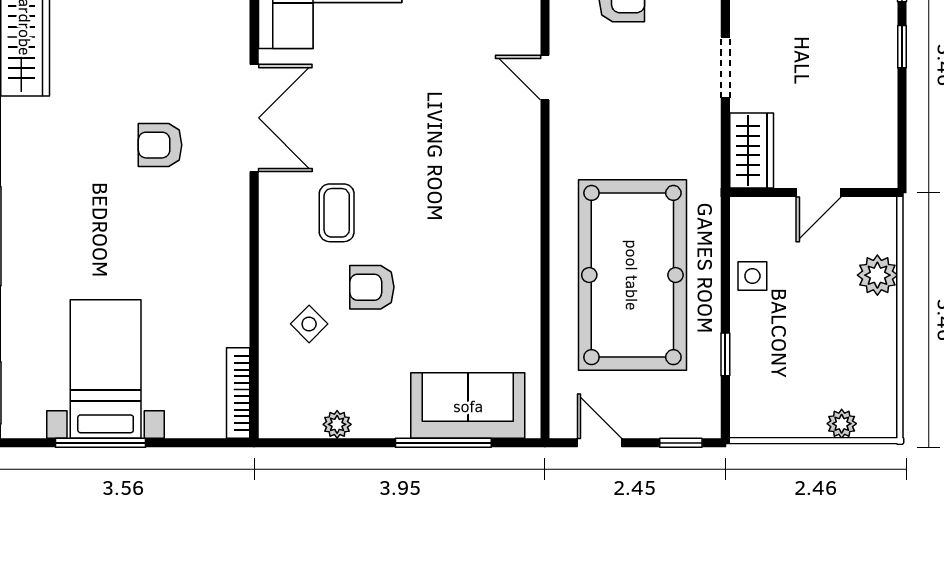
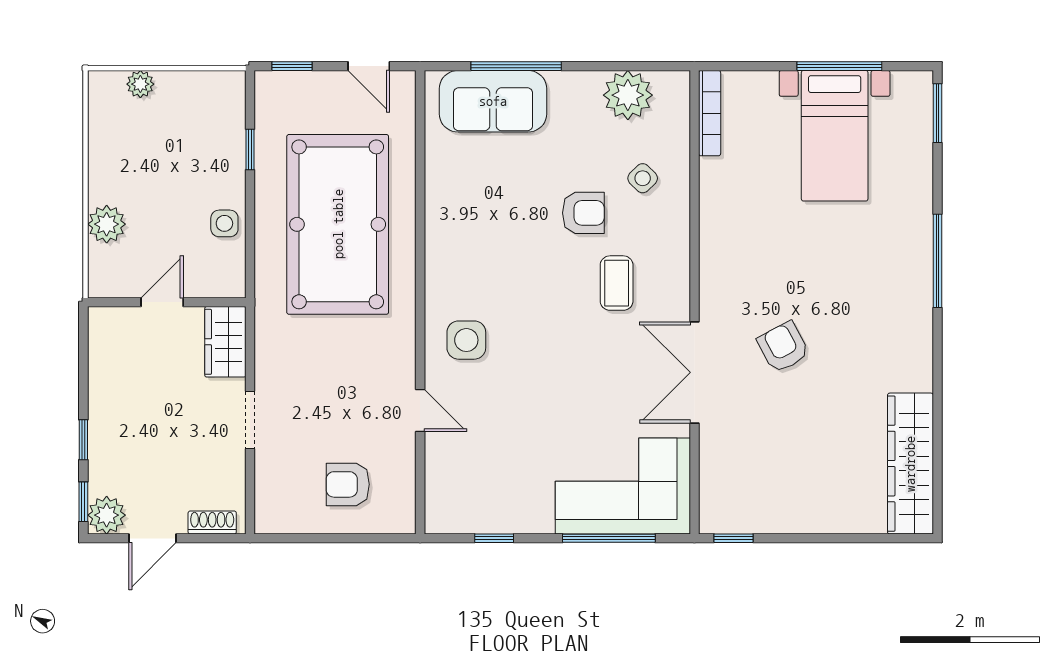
armchair: (160, 145) -> (783, 347), turned -118
side table: (496, 152) -> (466, 340), added
plant: (337, 424) -> (628, 95), width x1.88, depth x1.88

